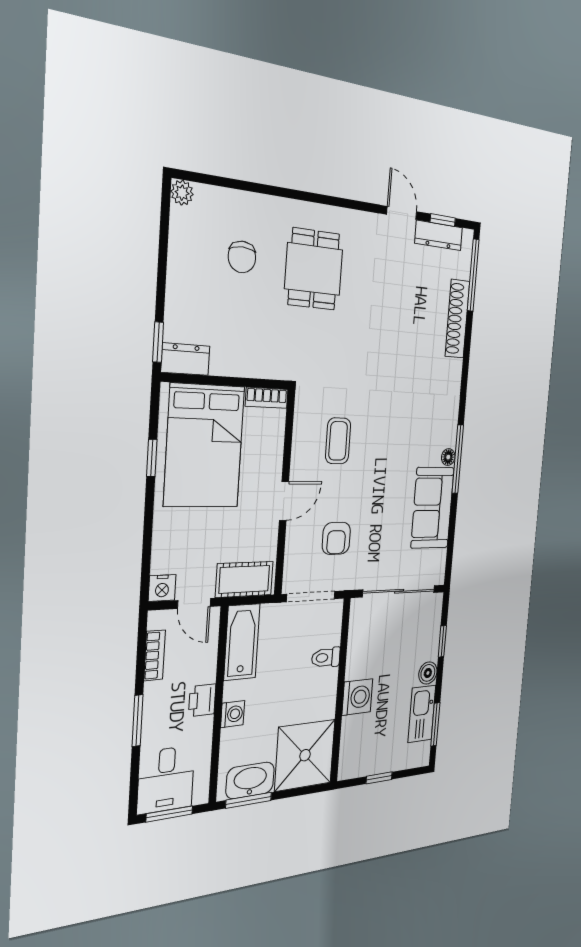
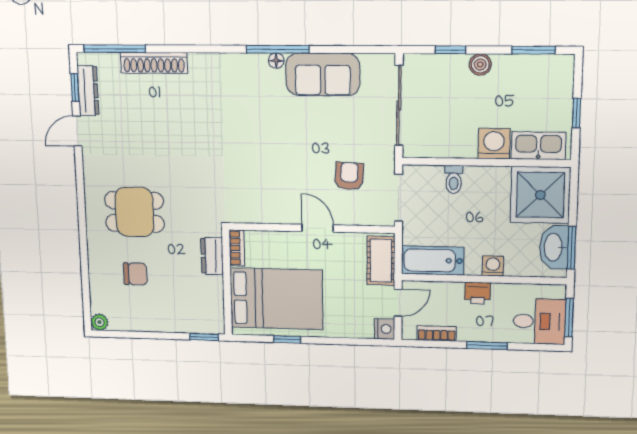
dresser: (185, 359) -> (212, 256), moved
coffee table: (338, 441) -> (267, 180), removed
armchair: (336, 538) -> (349, 176), turned -87
kitchen sink: (422, 714) -> (538, 146), moved, turned 180

